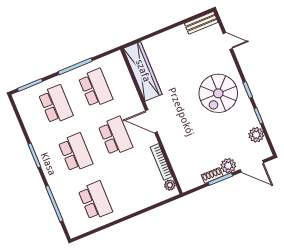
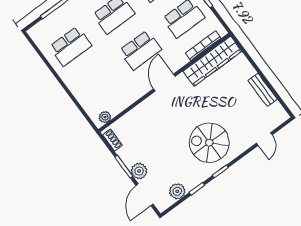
bench: (201, 23) -> (263, 90), moved
bookcase: (161, 162) -> (203, 46), moved
shoe rack: (212, 176) -> (112, 140), moved

